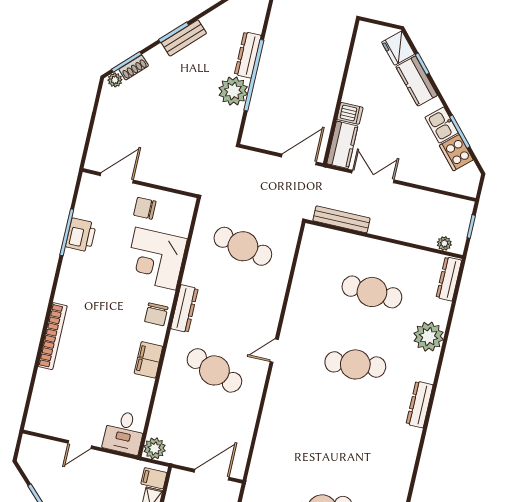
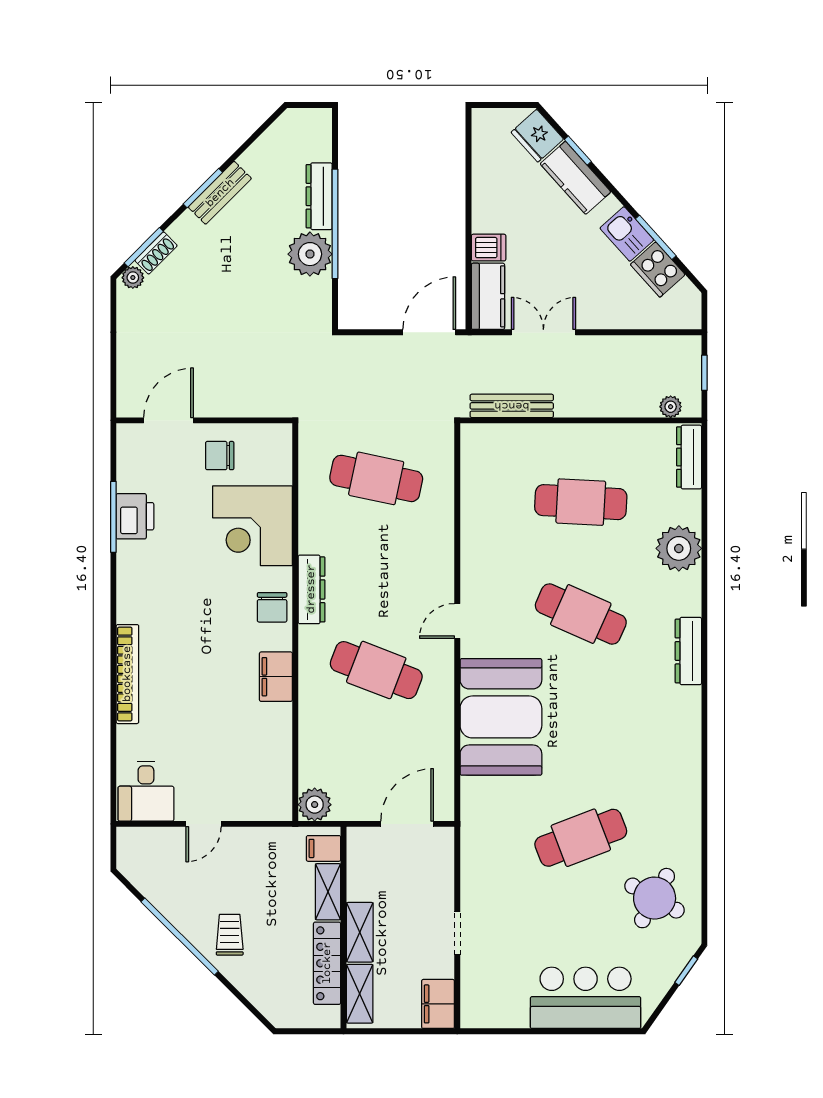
cafe table: (355, 364) -> (581, 614), turned 30
booth: (288, 419) -> (501, 717), added
desk: (124, 432) -> (146, 791), moved

